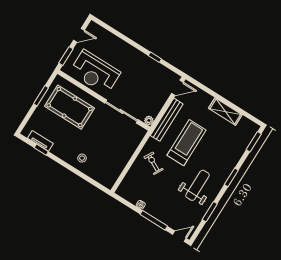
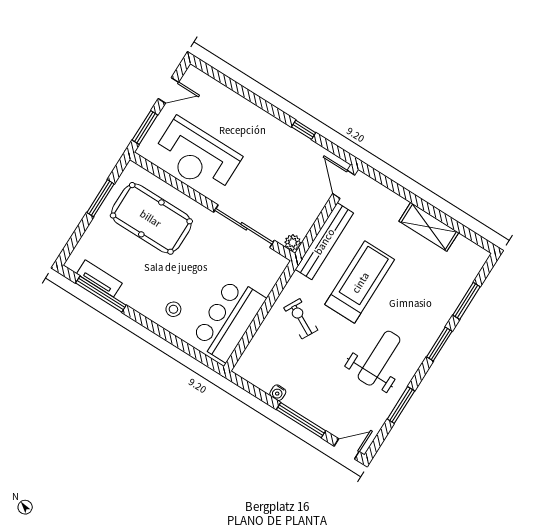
door: (177, 88) -> (344, 184), swing flipped
window: (254, 142) -> (467, 301), moved
window: (41, 150) -> (101, 294), width x2.17
bar counter: (113, 164) -> (228, 319), added

